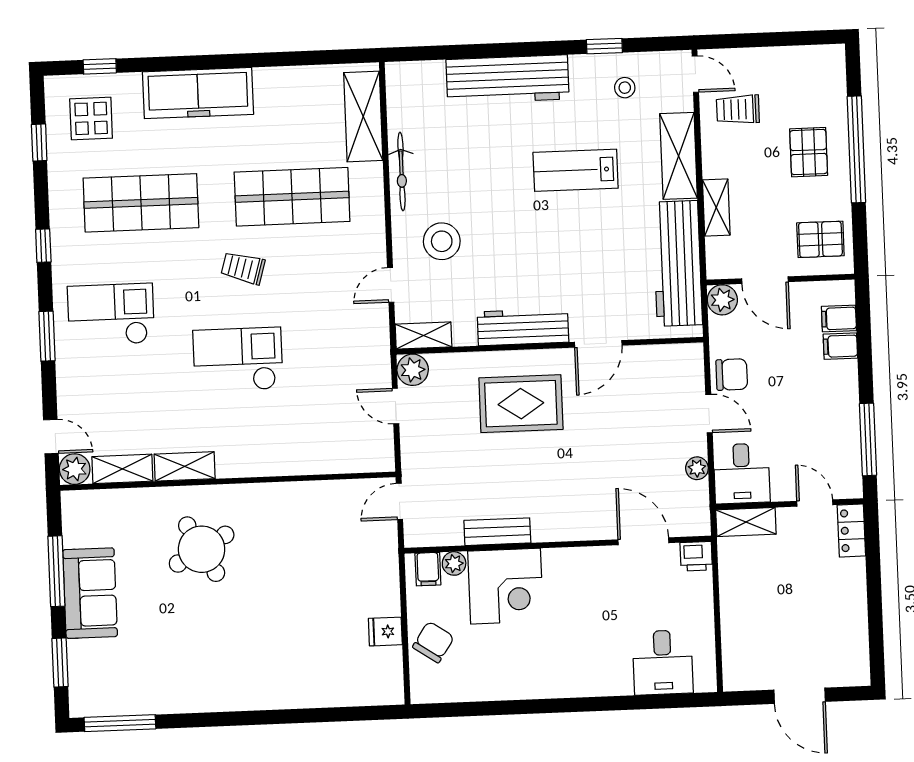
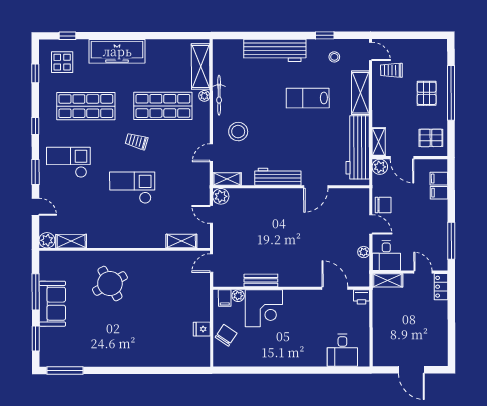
plant: (373, 174) -> (204, 96), added
shelving: (716, 208) -> (379, 142), moved
rug: (521, 404) -> (275, 216), removed
door: (51, 437) -> (35, 207), moved
shelving: (185, 466) -> (181, 241), moved

